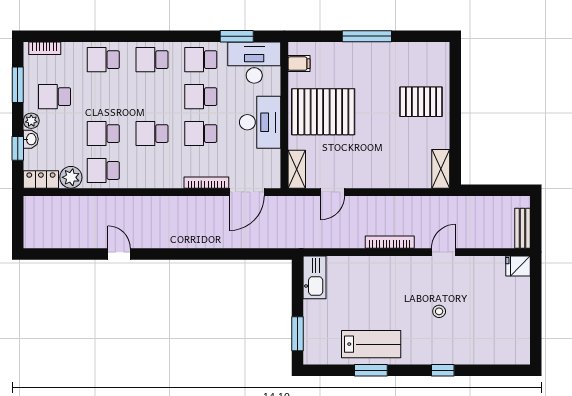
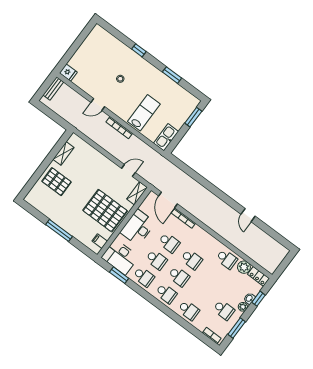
school desk: (103, 134) -> (179, 276), moved
shelving: (441, 169) -> (63, 153), moved
door: (247, 192) -> (168, 200), swing flipped
lab bench: (371, 344) -> (144, 113), moved, turned 90

